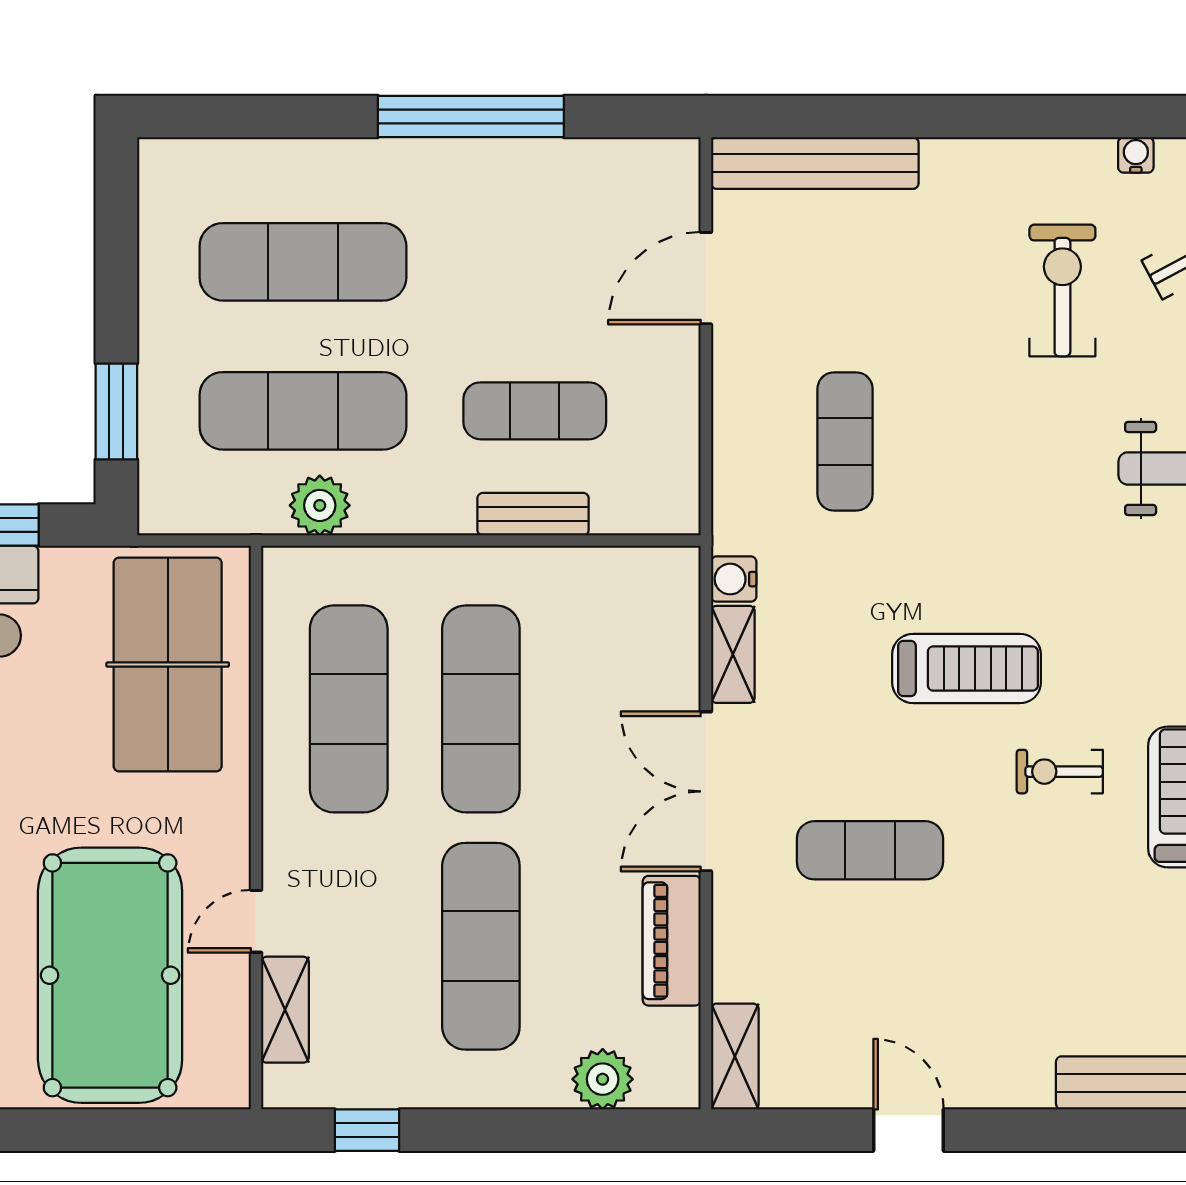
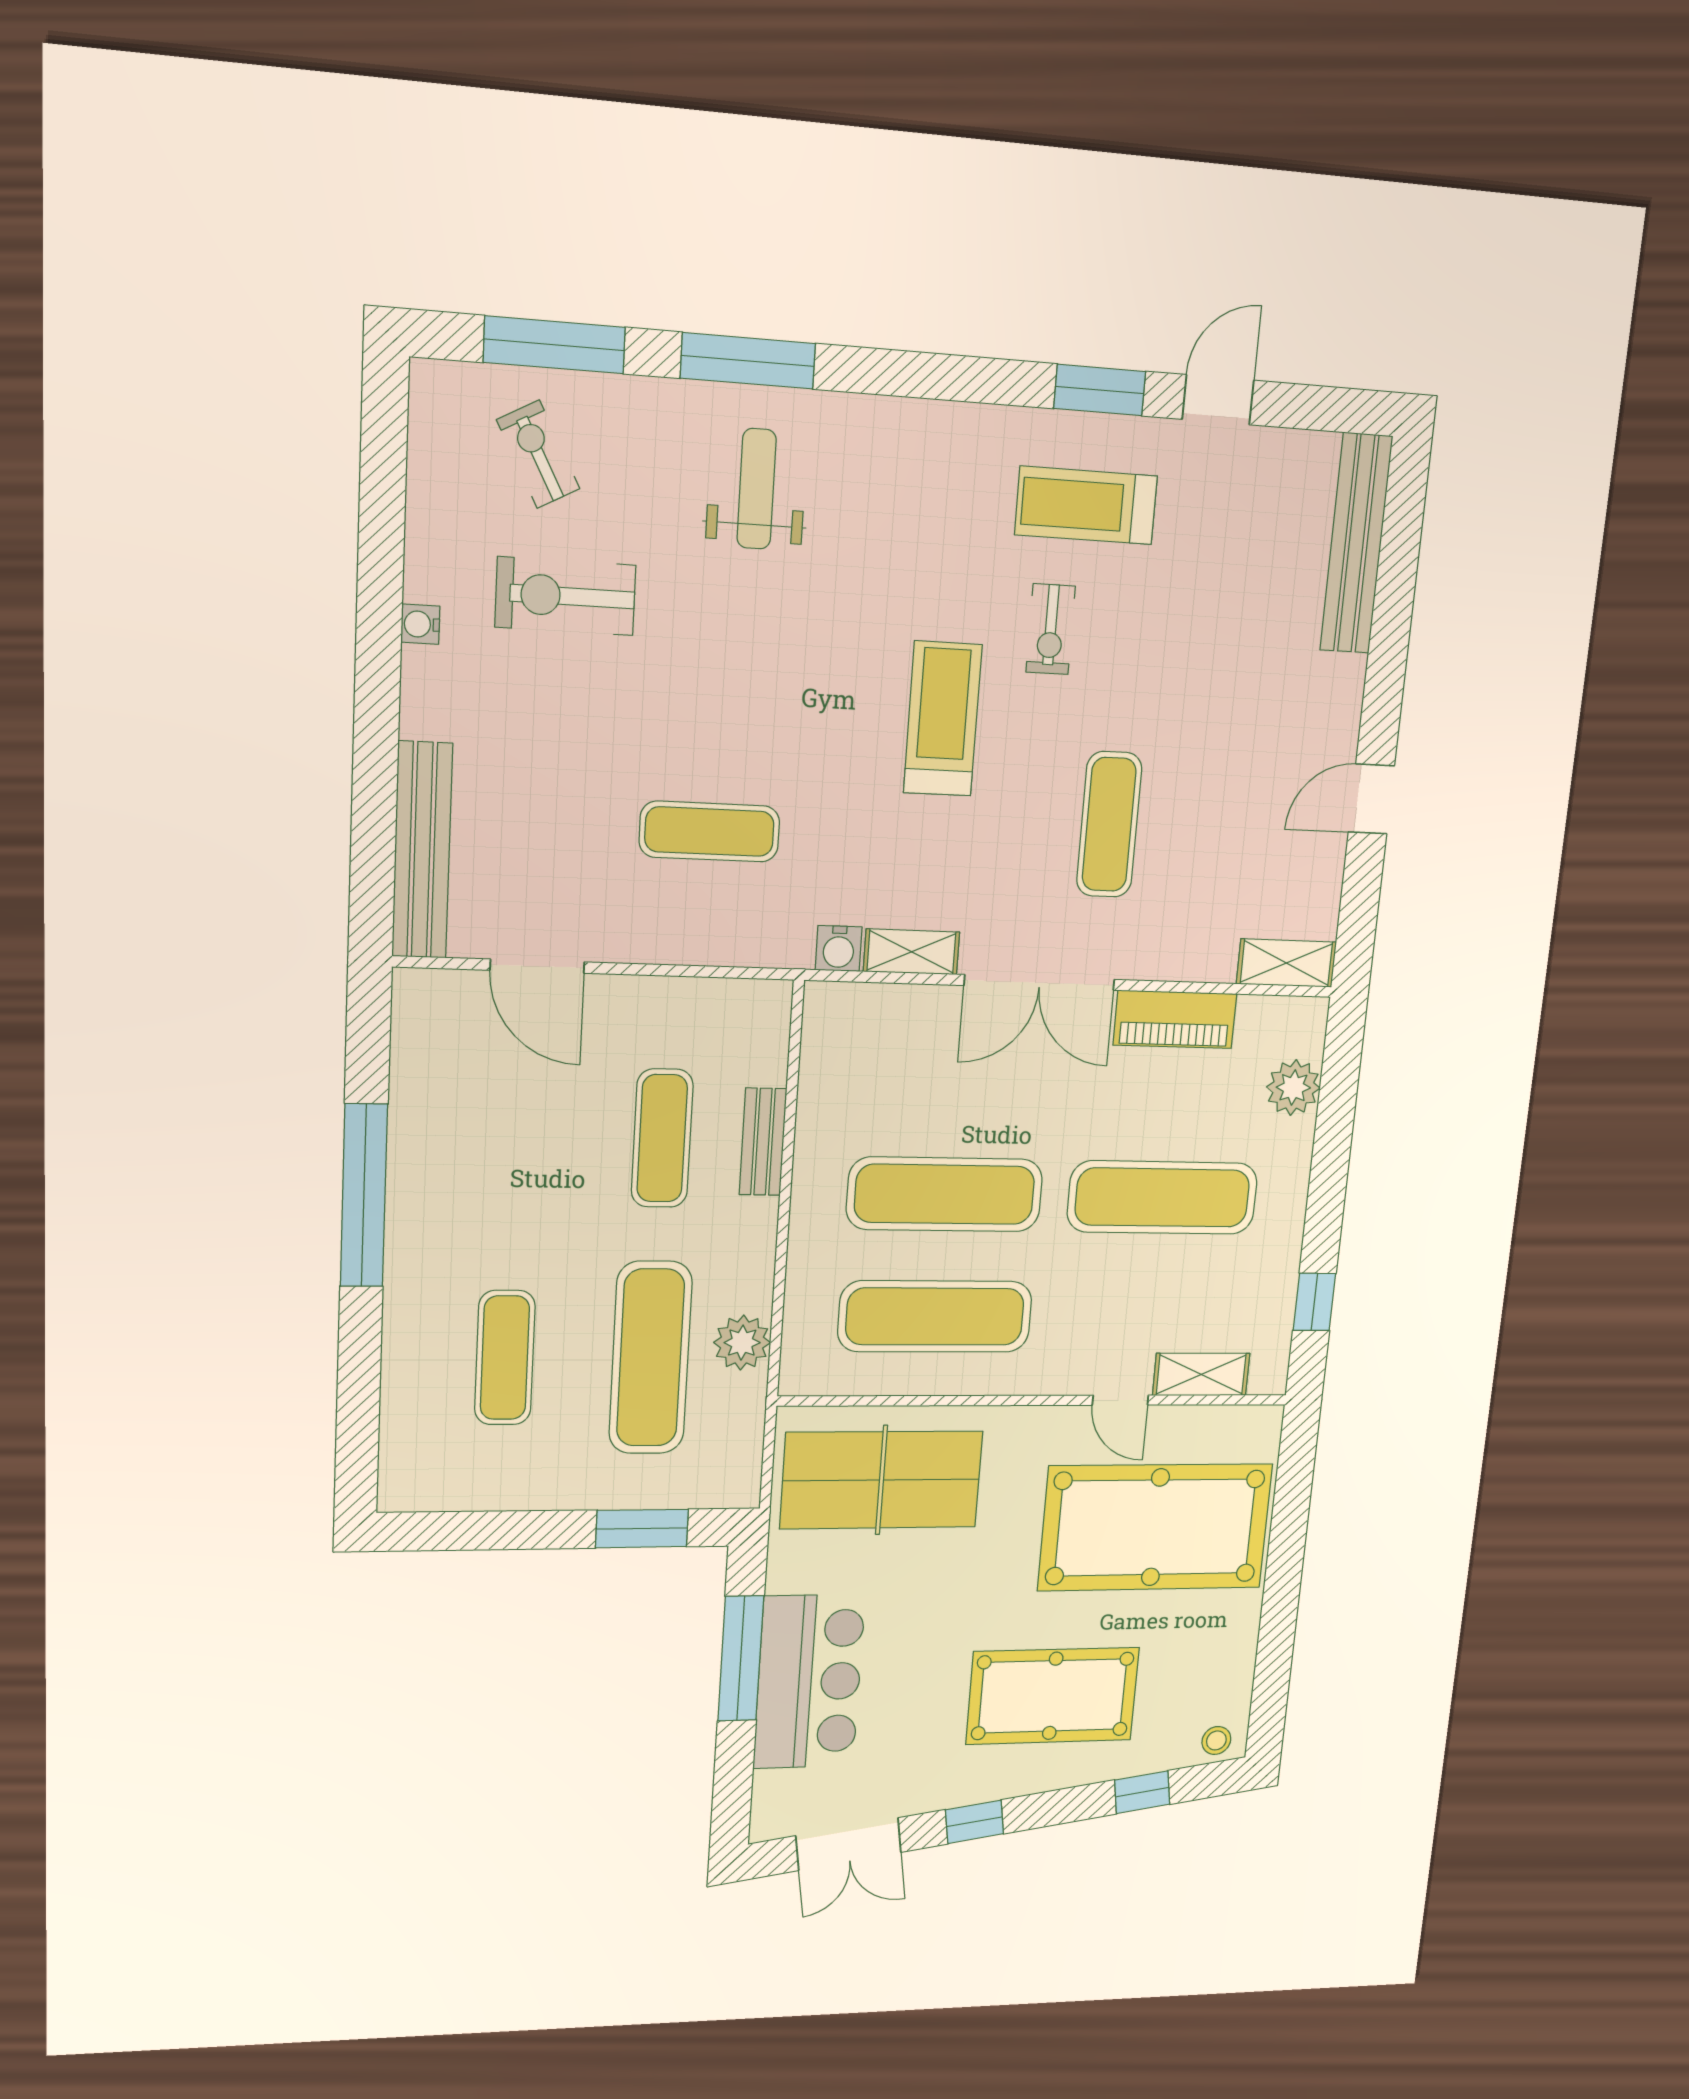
water cooler: (1136, 155) -> (420, 624), moved
exercise mat: (303, 262) -> (505, 1358), width x0.73, depth x0.69

